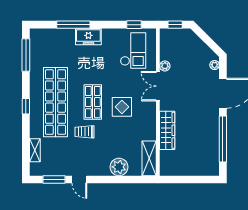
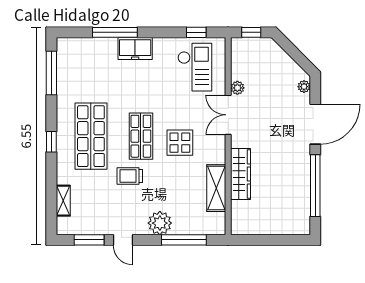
shop shelf: (56, 102) -> (91, 136), width x0.71
shelving: (149, 158) -> (216, 188), moved
plant: (119, 167) -> (160, 223), moved
window: (125, 180) -> (184, 240), added

